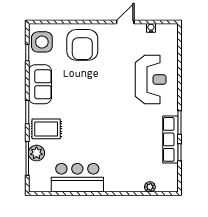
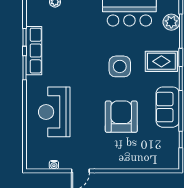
side table: (42, 42) -> (120, 66), moved
armchair: (82, 45) -> (121, 117), moved
plant: (36, 153) -> (171, 22), moved

